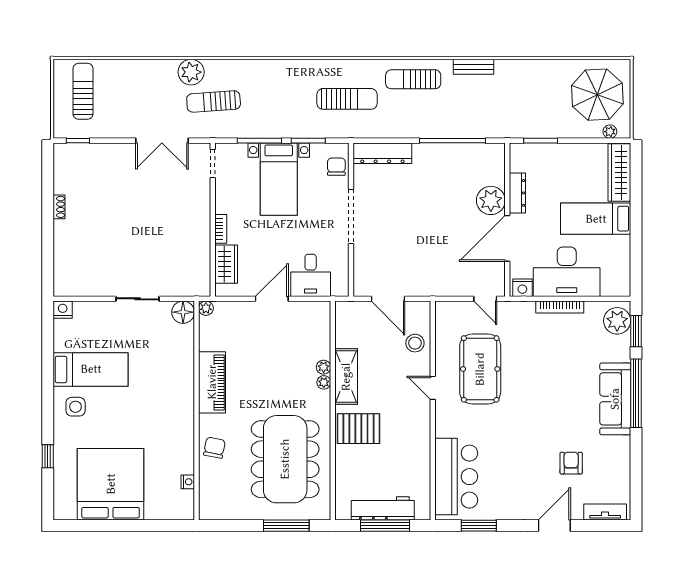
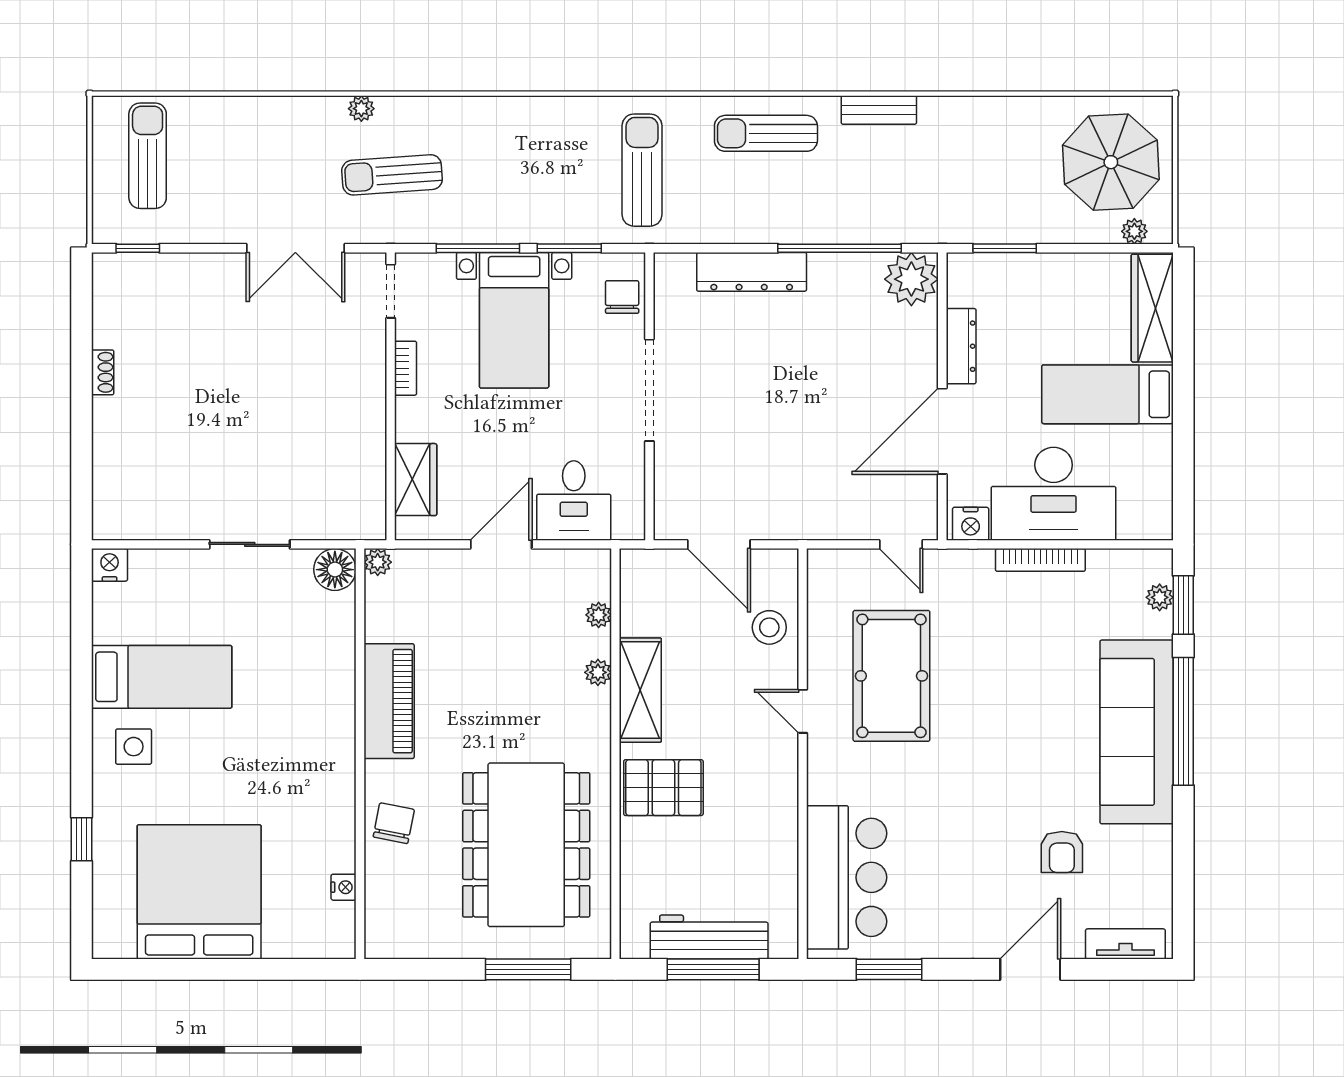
plant: (191, 72) -> (361, 109), width x0.53, depth x0.53
sun lounger: (347, 99) -> (642, 170), turned -90
dresser: (382, 153) -> (752, 272), moved
plant: (491, 200) -> (911, 279), moved
bookcase: (221, 229) -> (406, 368), moved
plant: (617, 321) -> (1160, 597), width x0.53, depth x0.53
plant: (324, 382) -> (599, 615), moved
sofa: (615, 399) -> (1137, 732), width x1.36, depth x1.27
armchair: (571, 463) -> (1062, 852), turned 180

